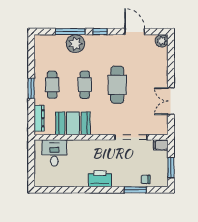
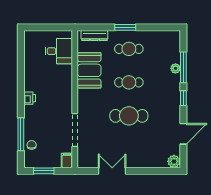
plant: (75, 44) -> (175, 68), width x0.53, depth x0.53
printer: (100, 179) -> (30, 98), width x0.53, depth x0.68
window: (135, 190) -> (21, 134), width x1.44

